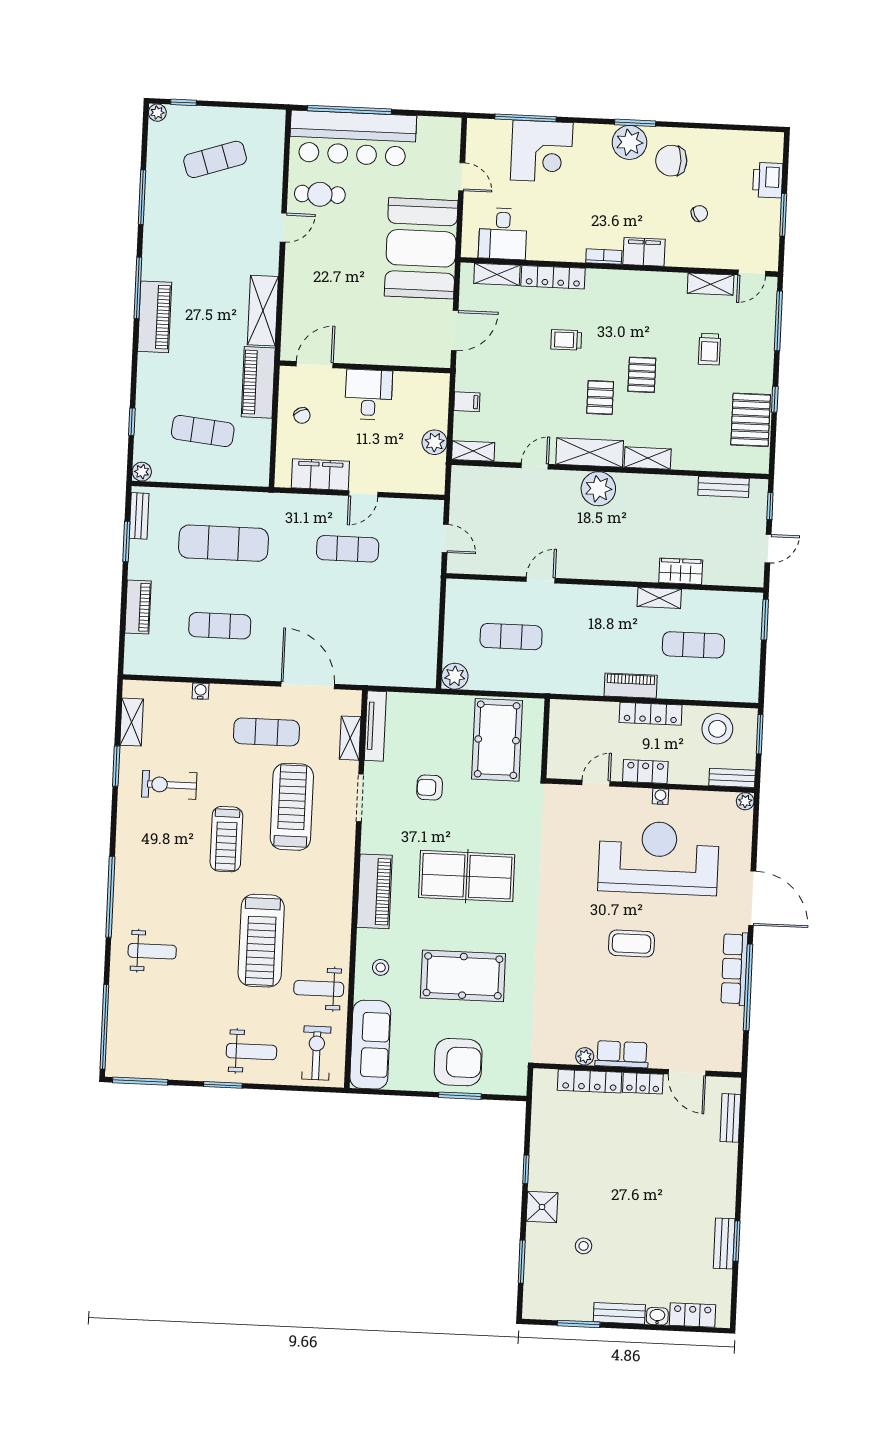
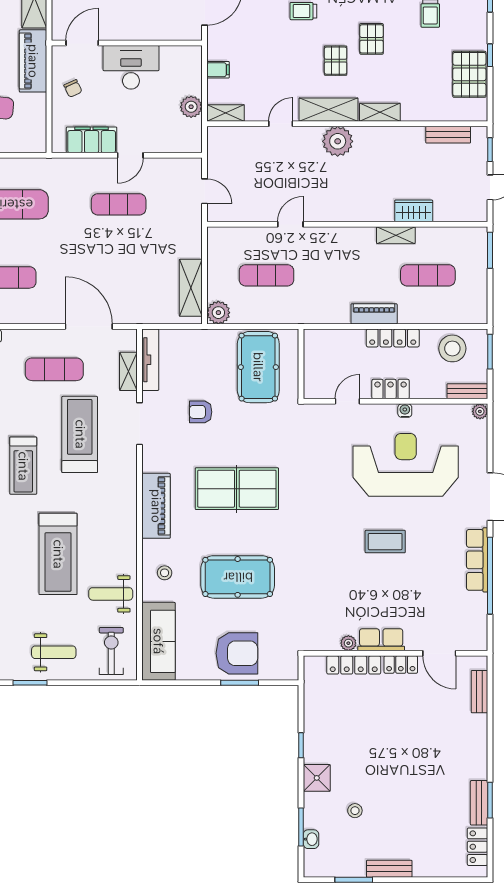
desk: (369, 395) -> (131, 67), width x1.37
shelving: (425, 647) -> (191, 288), added
locker: (692, 1315) -> (477, 847), moved, turned -90
washbasin: (657, 1316) -> (311, 839), moved, turned 90

